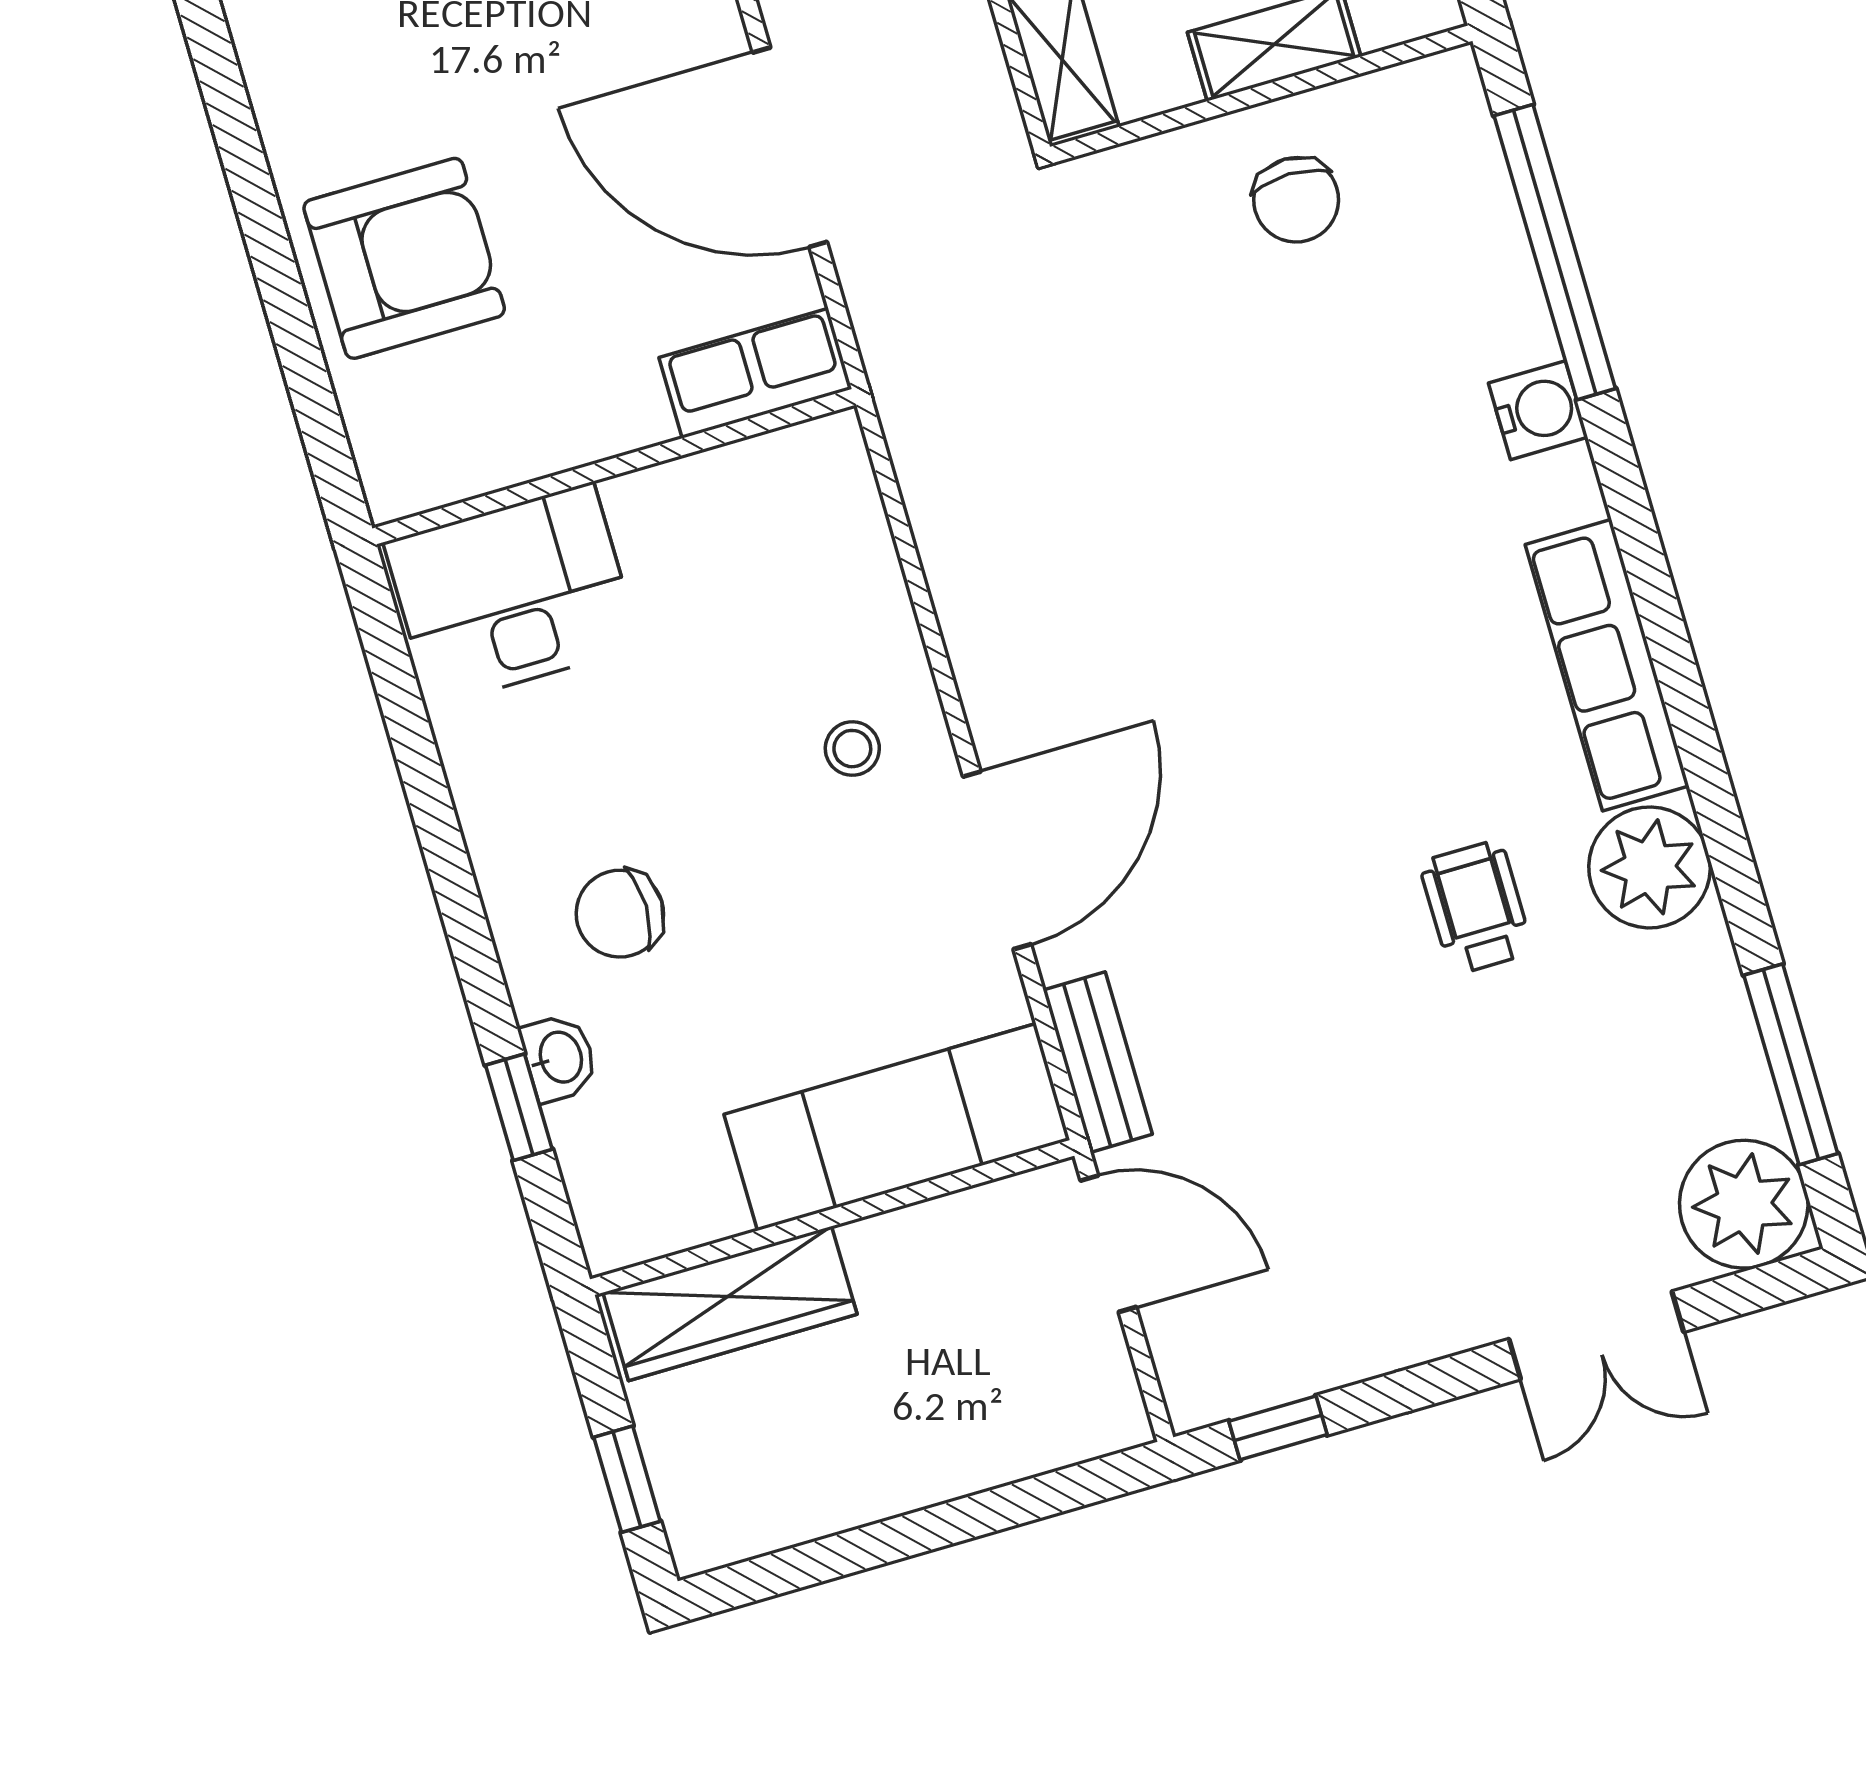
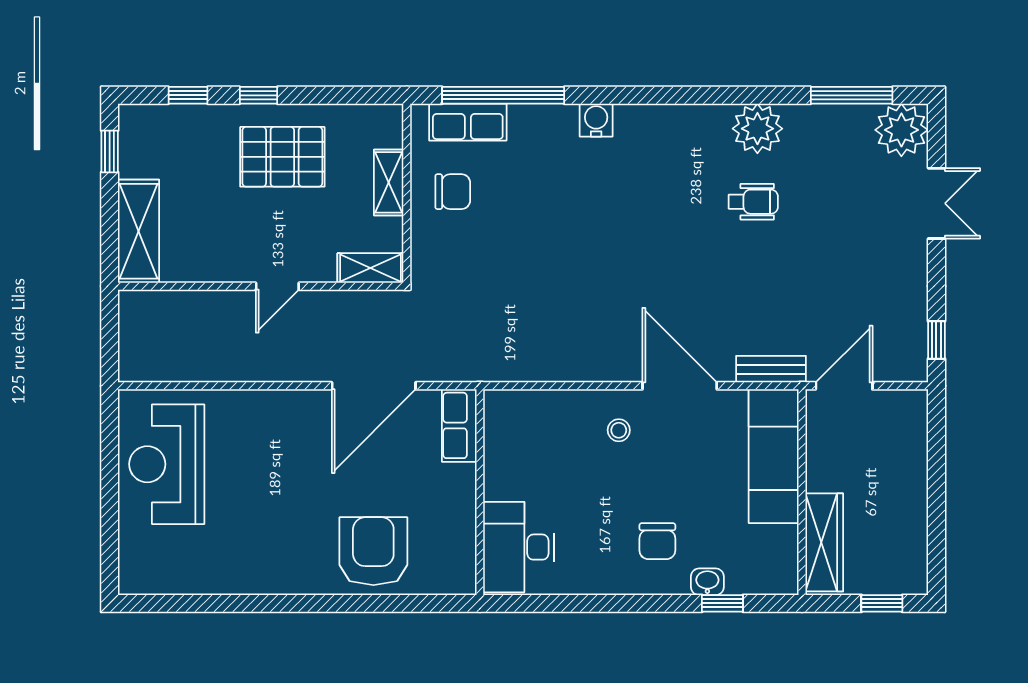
water cooler: (1538, 410) -> (596, 120), moved
row of seats: (1607, 665) -> (468, 122), moved, width x0.68
wheelchair: (1476, 907) -> (753, 202), turned 180

